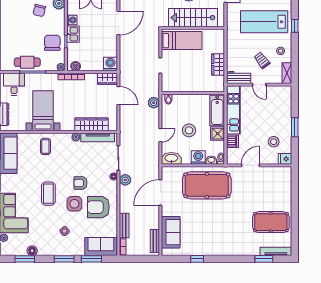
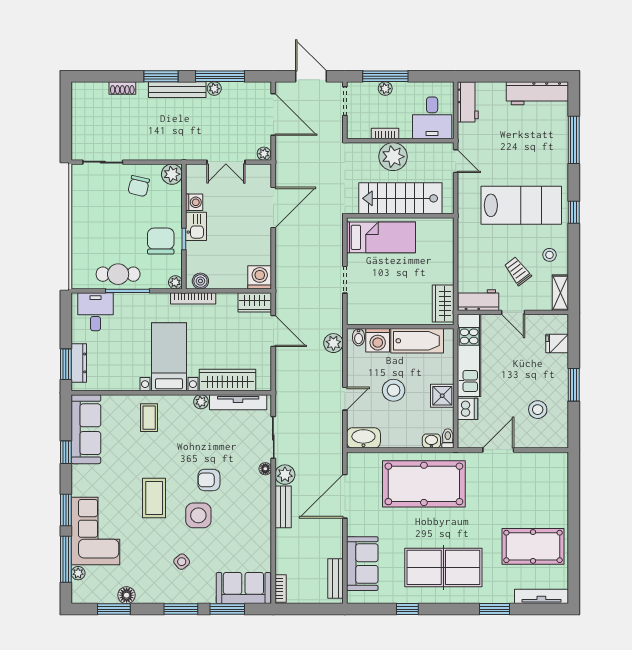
lab bench: (264, 22) -> (521, 205), turned 180
wardrobe: (218, 64) -> (443, 304), moved
bathtub: (217, 110) -> (417, 341), moved, turned -90
bed with nightstands: (43, 111) -> (169, 357), moved
washing machine: (198, 157) -> (378, 340), moved, turned 180
fridge: (285, 159) -> (557, 344), moved
armchair: (98, 207) -> (239, 521), removed
bench: (124, 225) -> (283, 507), moved
table tennis table: (218, 234) -> (443, 567), added
window: (264, 259) -> (494, 609), moved

